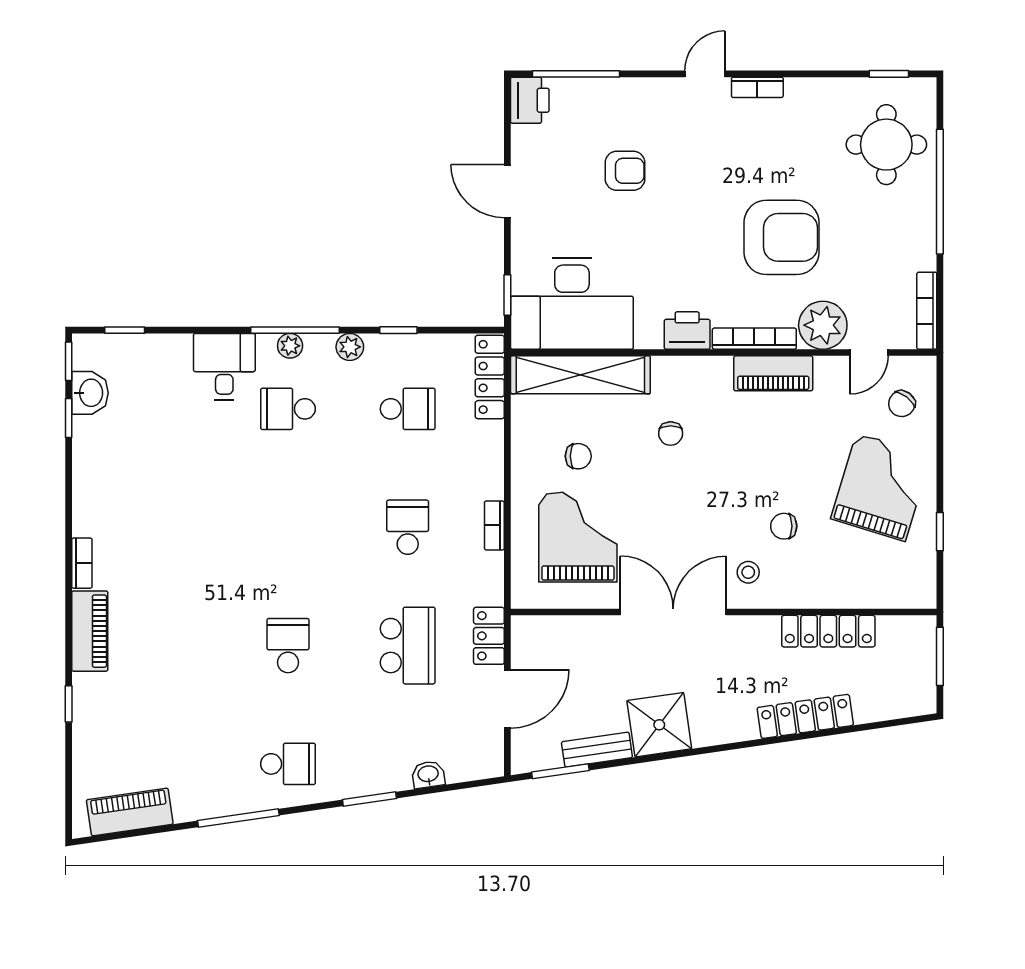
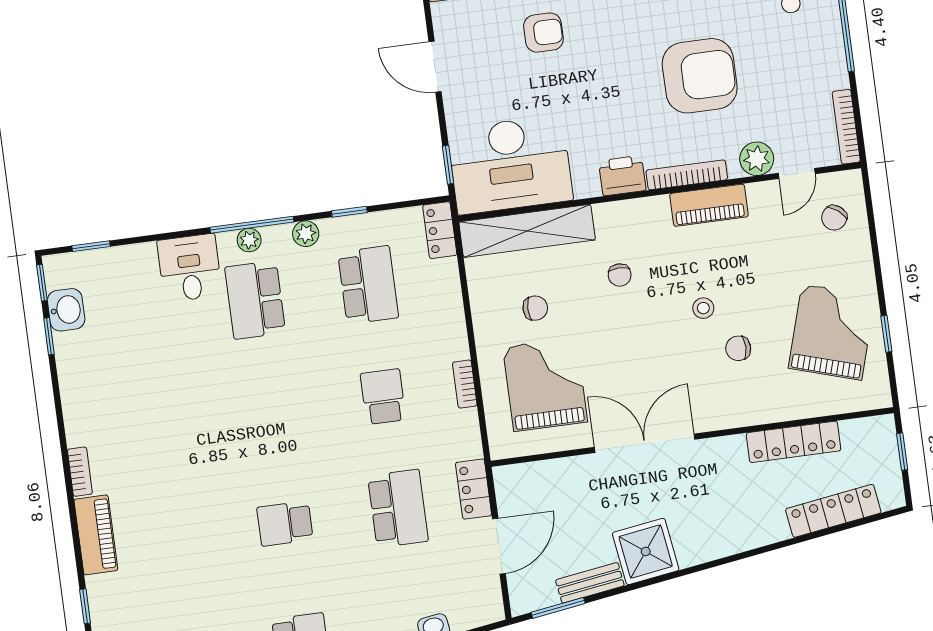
plant: (823, 325) -> (757, 159), width x0.73, depth x0.73
locker: (490, 377) -> (440, 230), width x0.66
school desk: (288, 409) -> (255, 300), width x1.85
school desk: (408, 409) -> (368, 285), width x1.85
grand piano: (881, 487) -> (832, 332), moved
stool: (748, 572) -> (703, 308), moved
school desk: (288, 646) -> (285, 524), turned -90
window: (940, 656) -> (902, 452), width x0.67
locker: (805, 716) -> (833, 511), moved

